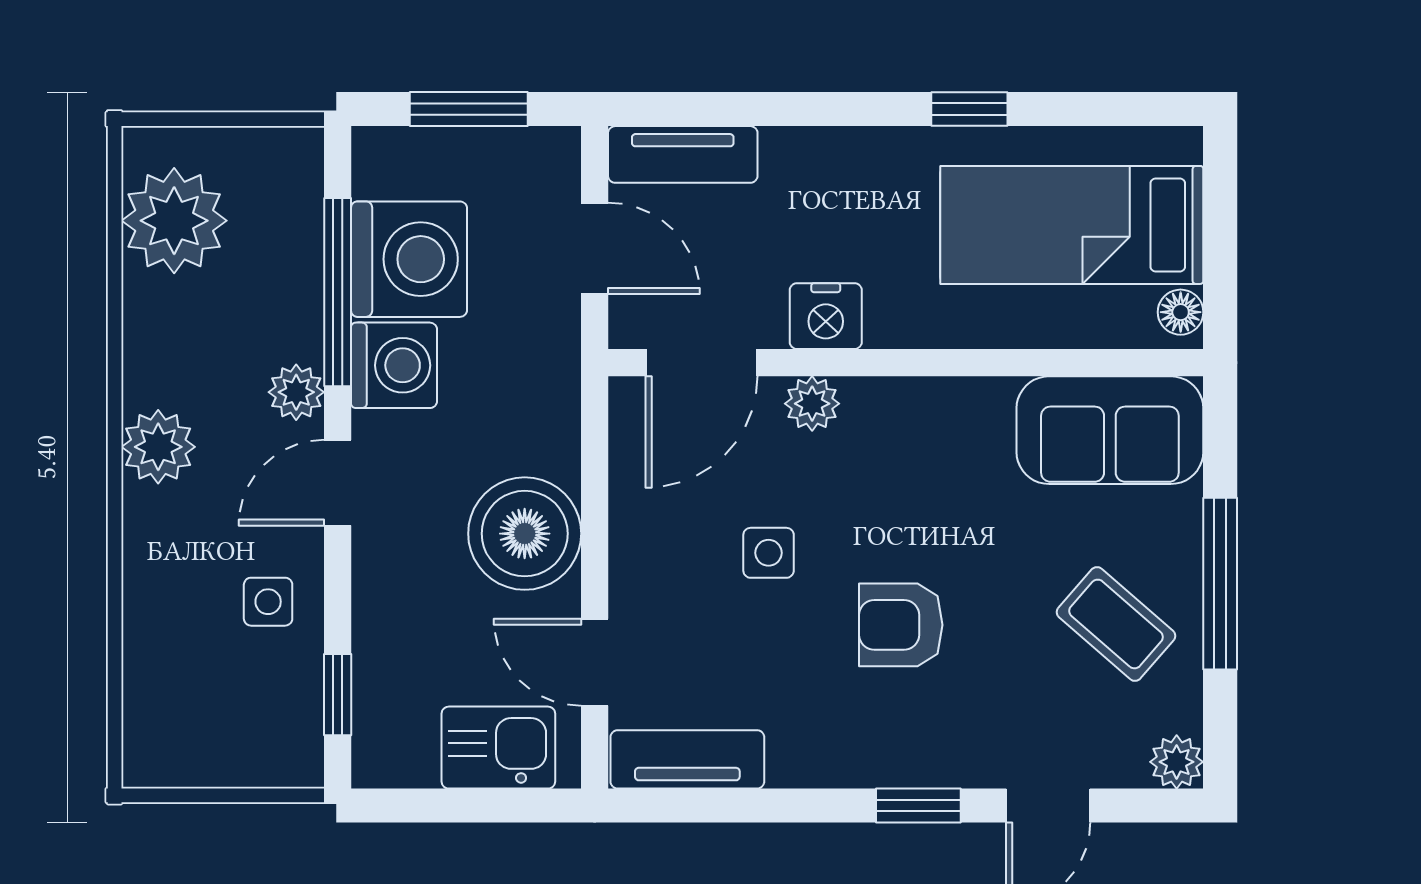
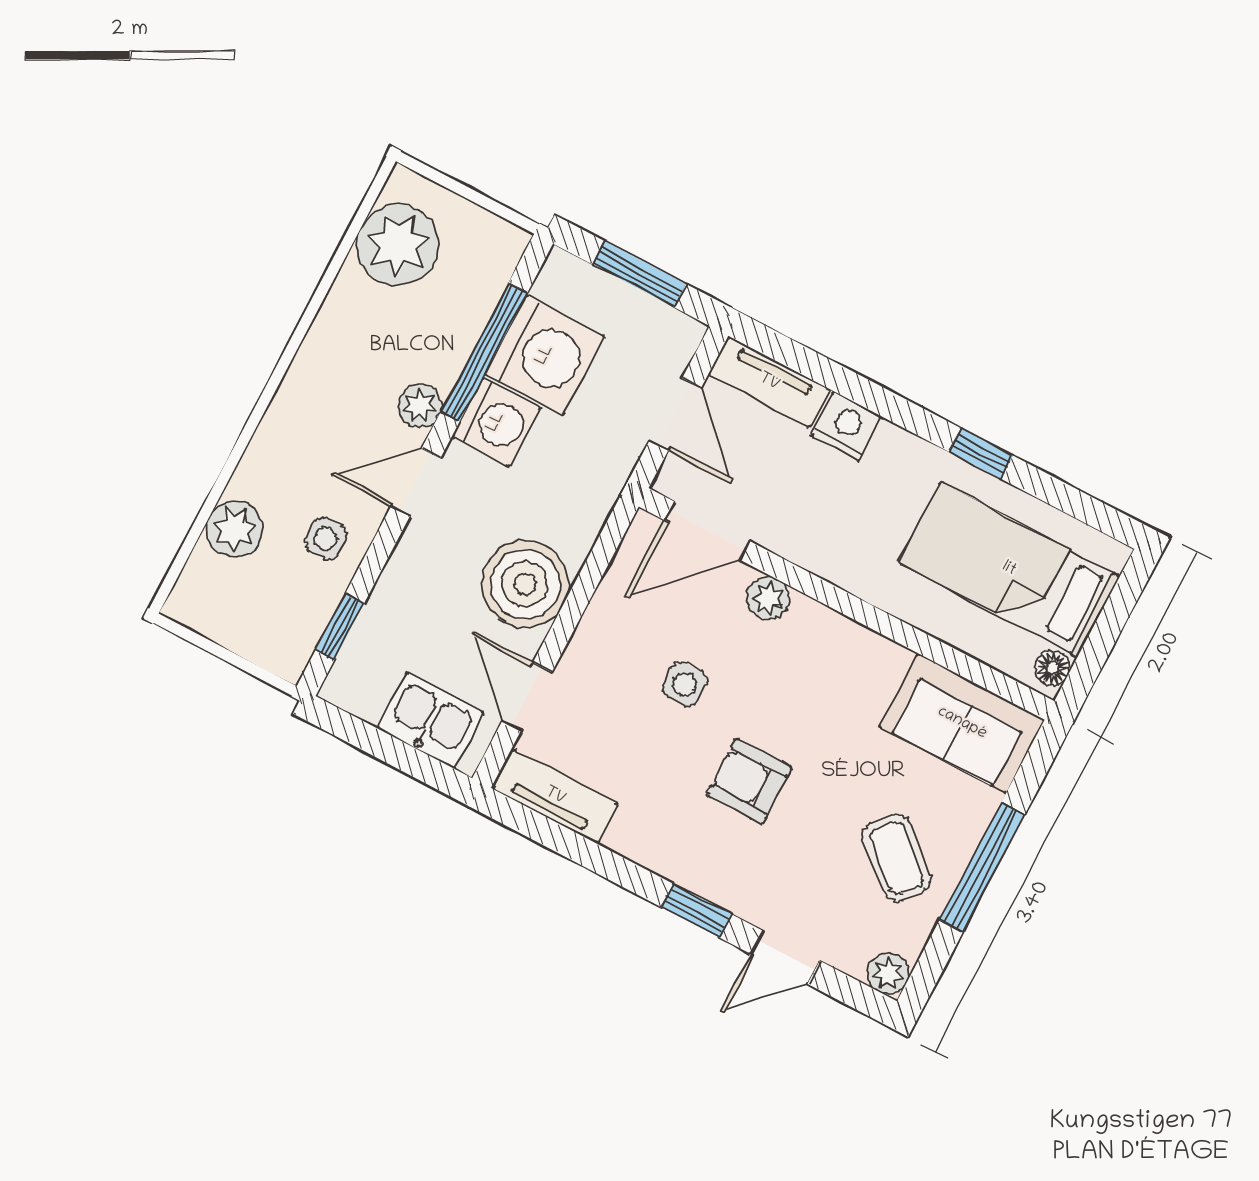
nightstand: (826, 316) -> (847, 426), moved, turned 180
plant: (158, 447) -> (235, 529), moved

